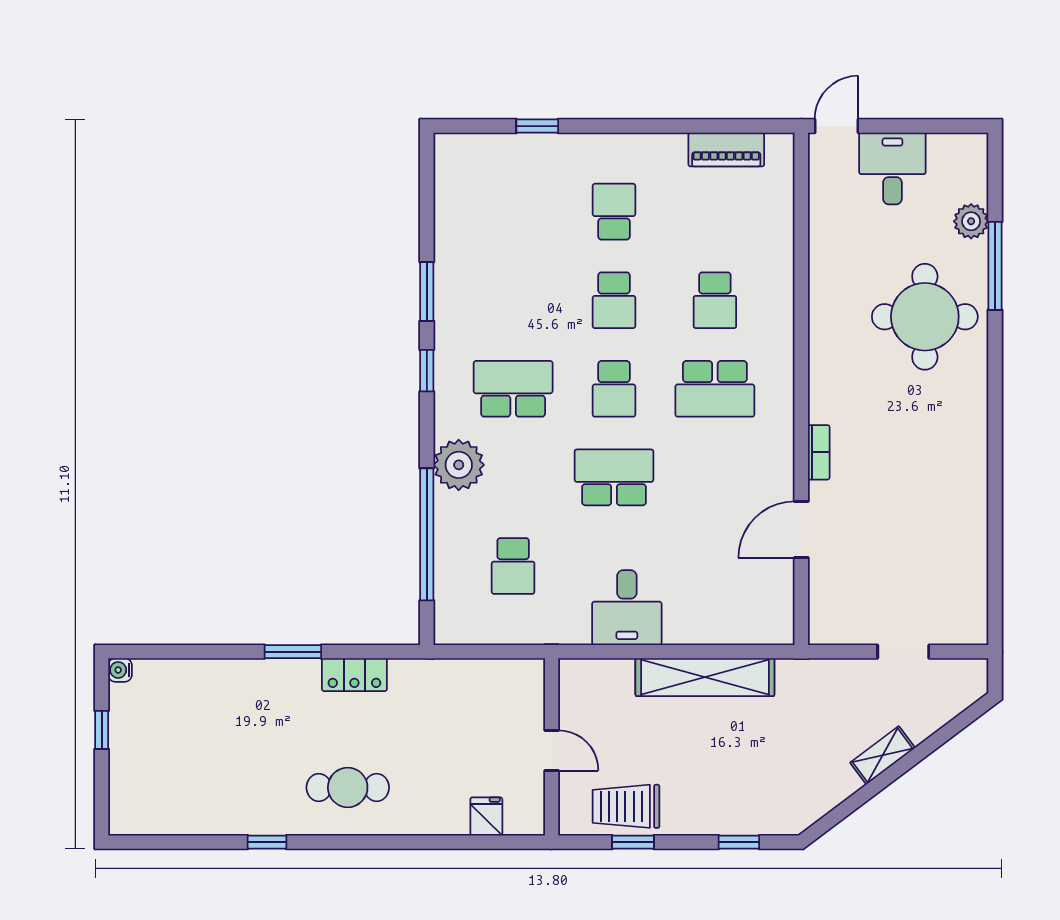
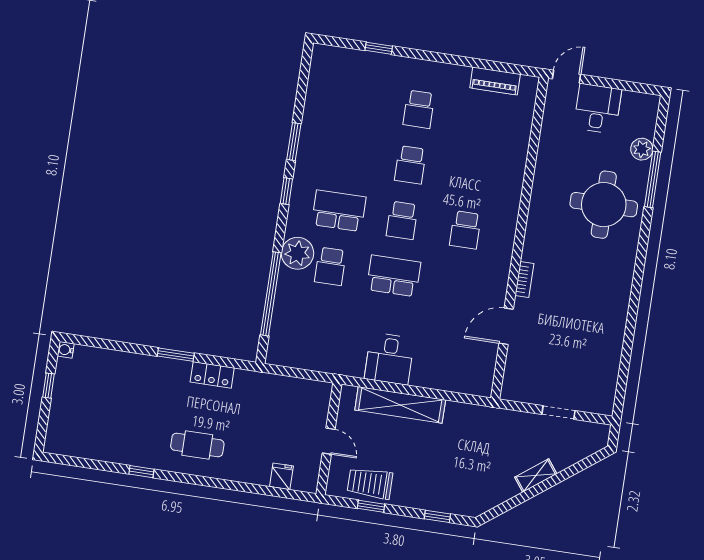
school desk: (614, 212) -> (419, 109), turned 180
school desk: (715, 300) -> (474, 174), removed
school desk: (715, 389) -> (465, 230), width x0.54
school desk: (513, 566) -> (330, 266), moved
shelving: (705, 677) -> (400, 405), moved

